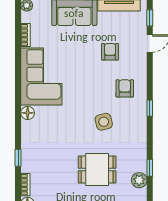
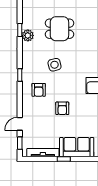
armchair: (110, 52) -> (62, 108), moved
plant: (139, 180) -> (28, 35), moved

